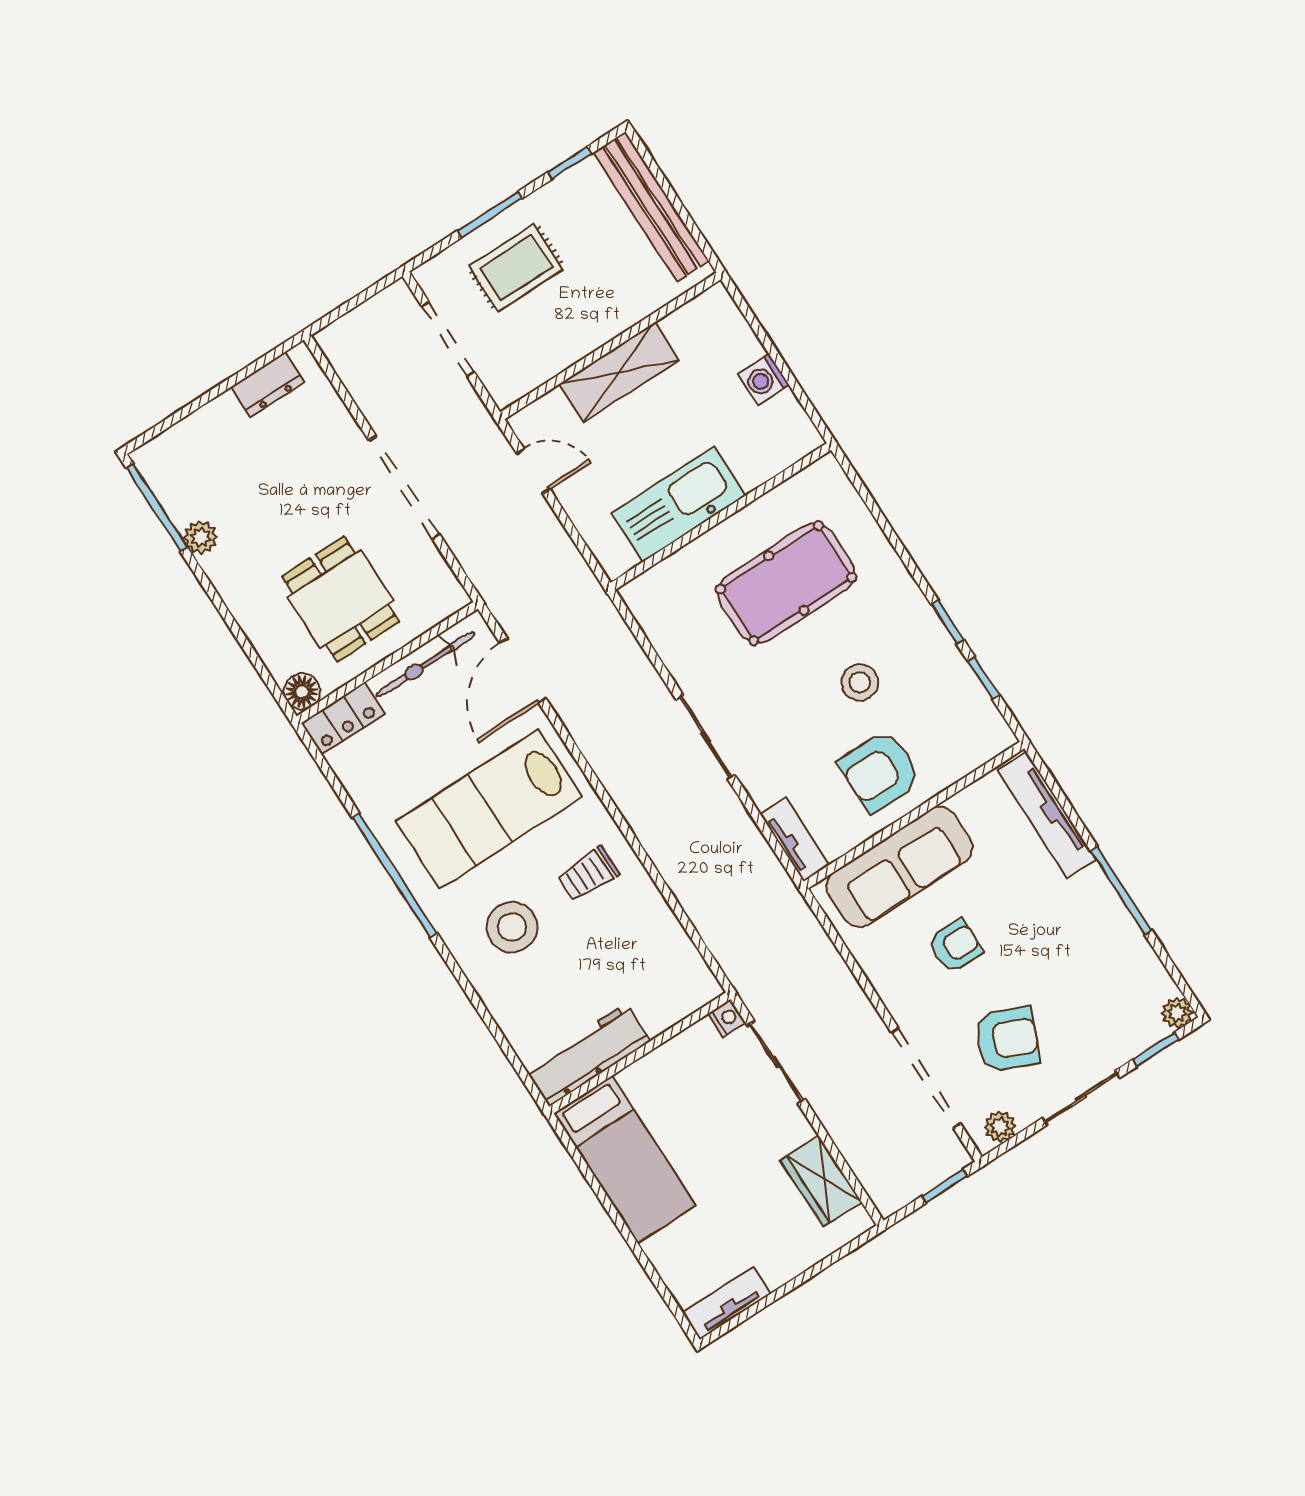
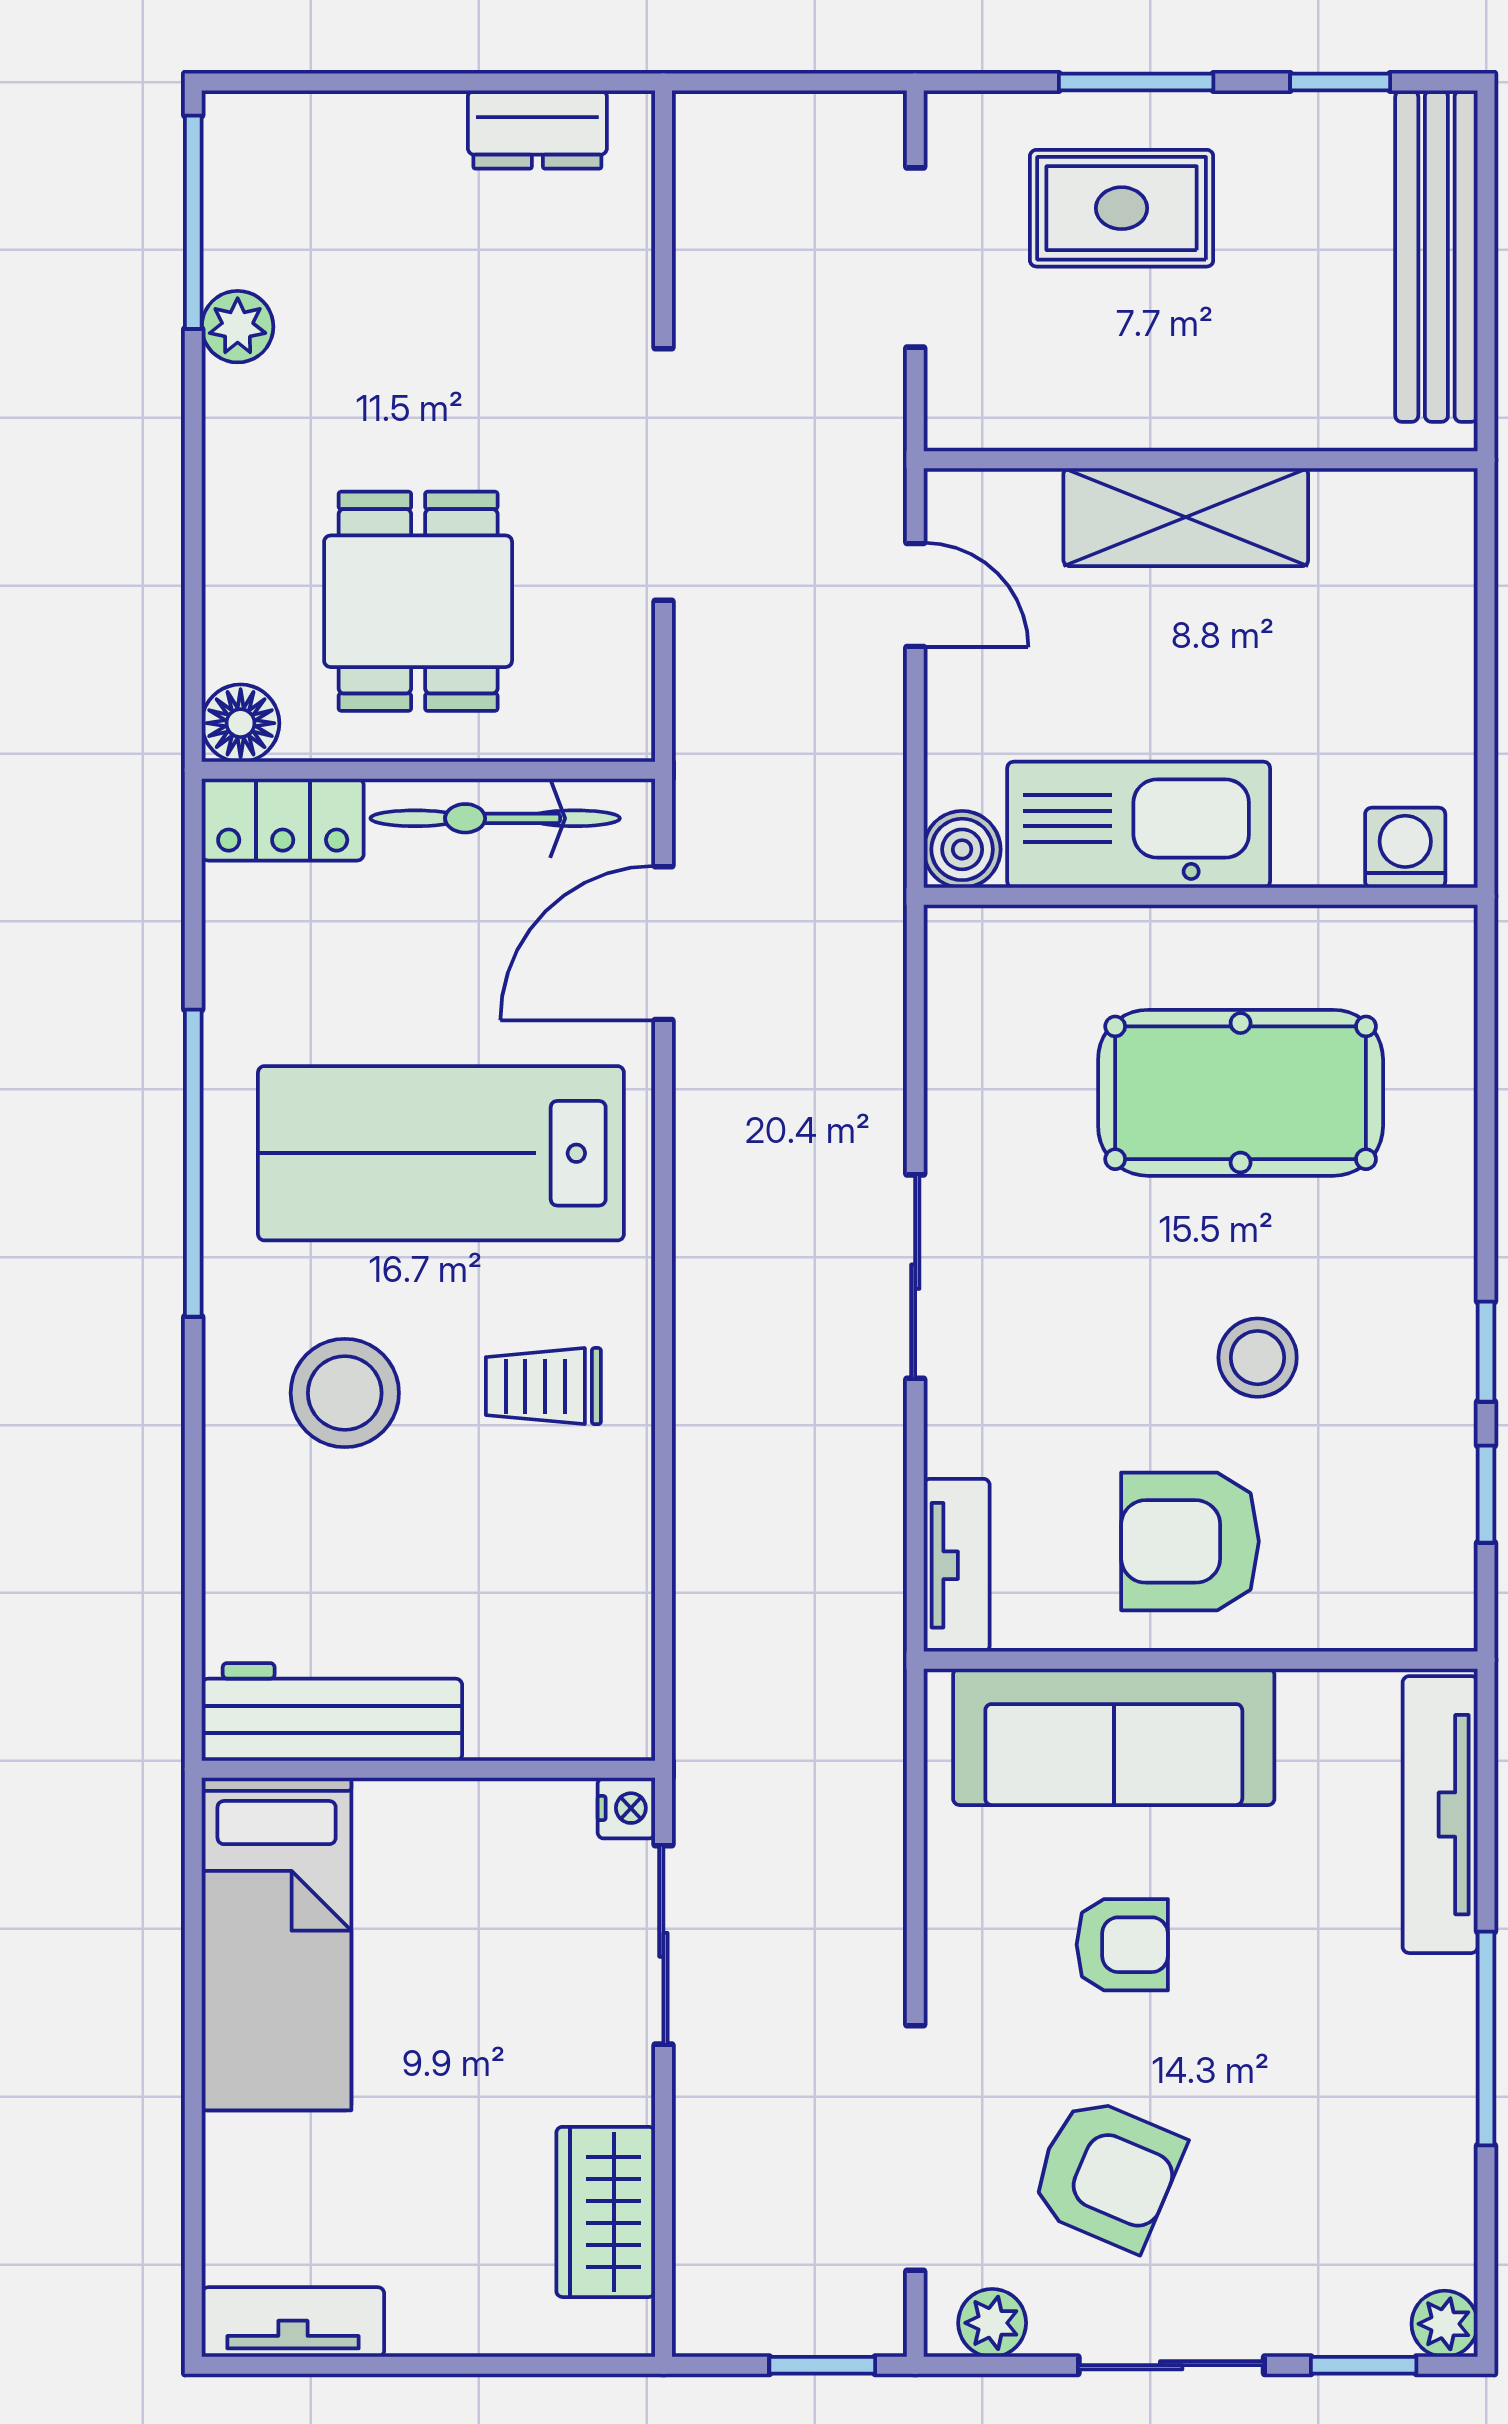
washing machine: (764, 379) -> (1405, 848), moved, turned 90
boiler: (616, 558) -> (962, 849), added

